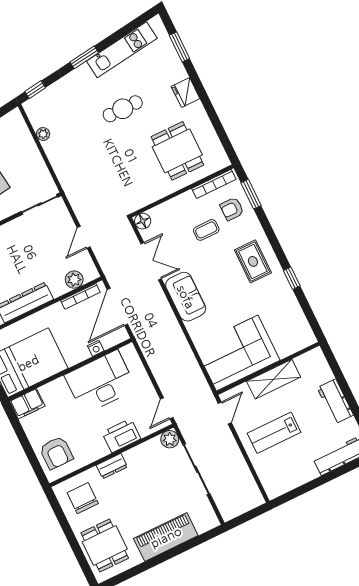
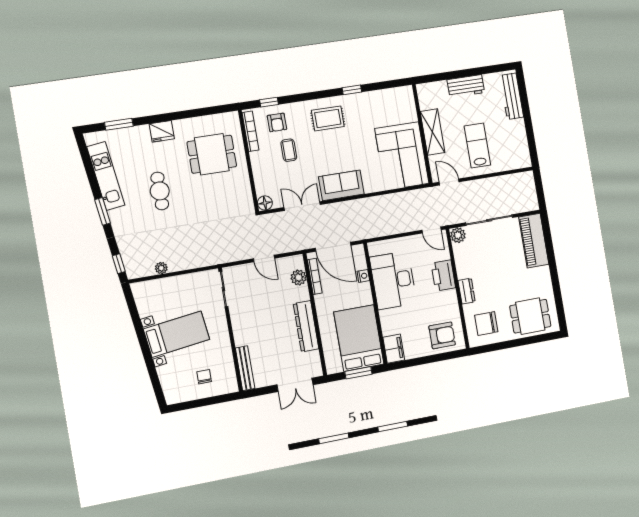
window: (251, 194) -> (269, 102), width x0.67
lab bench: (274, 433) -> (477, 145), turned 180
piano: (166, 537) -> (534, 241), moved

